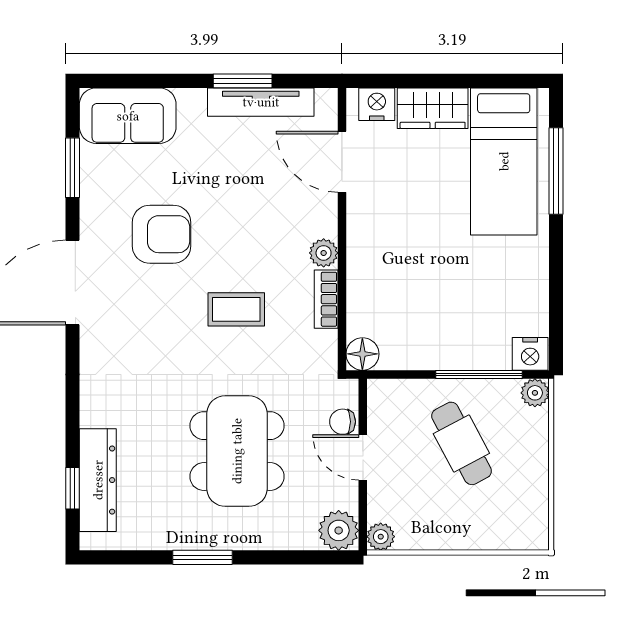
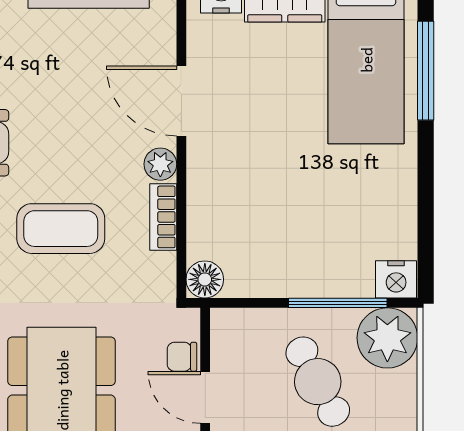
door: (342, 162) -> (181, 101), moved
coffee table: (236, 309) -> (61, 229), width x1.36, depth x1.30
plant: (535, 393) -> (387, 338), width x1.88, depth x1.88

